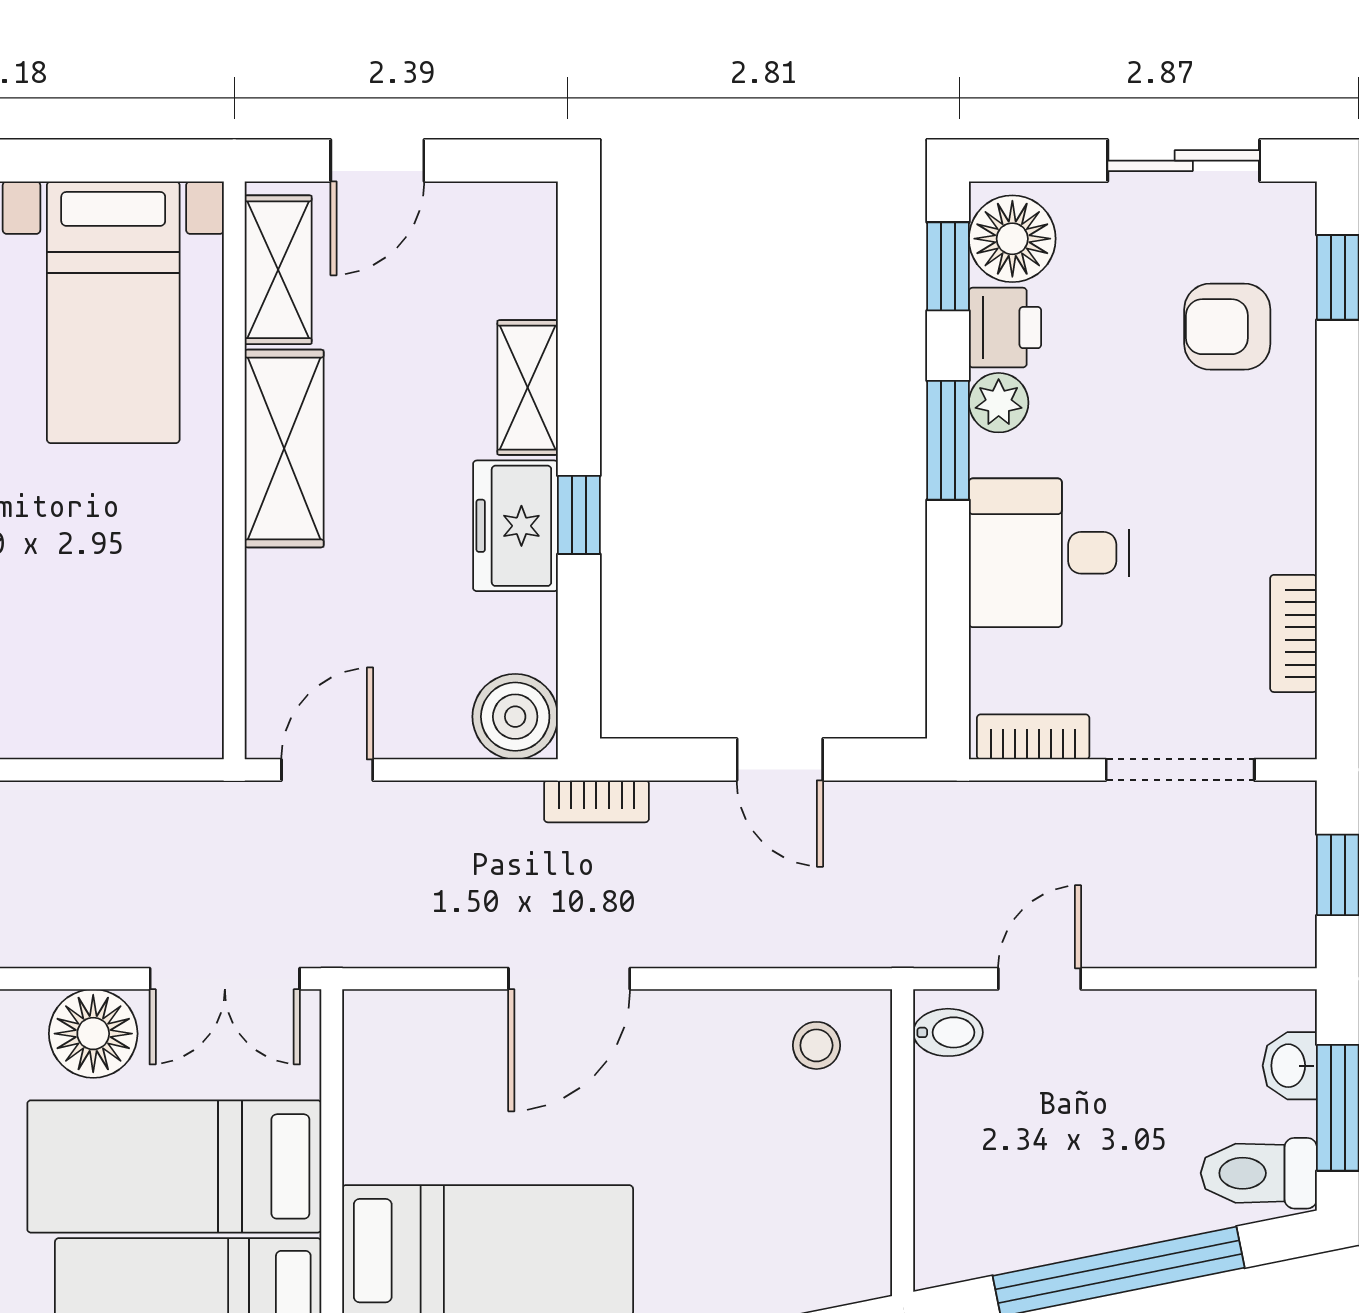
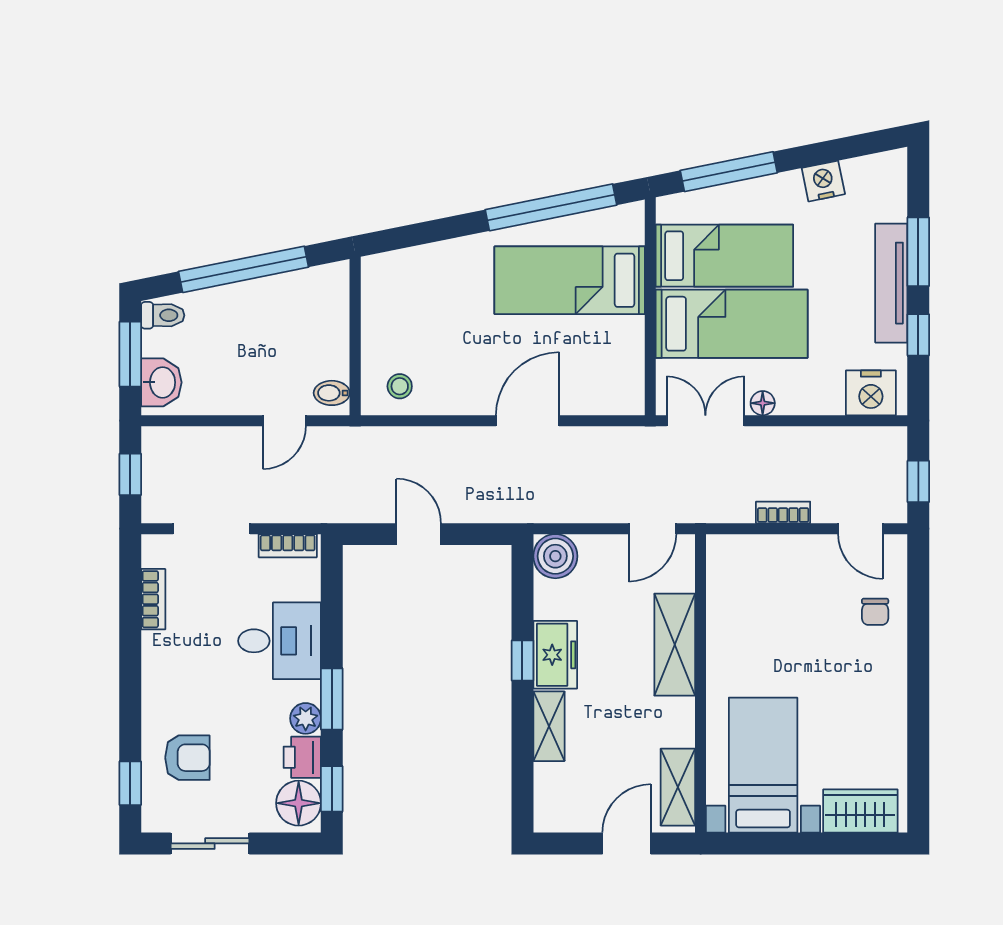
shelving: (284, 448) -> (675, 645), moved
bookcase: (596, 801) -> (783, 512), moved
floor lamp: (93, 1034) -> (763, 403), width x0.53, depth x0.53
washbasin: (1290, 1066) -> (161, 382), width x1.38, depth x1.45
toilet: (1259, 1173) -> (163, 315), width x0.73, depth x0.72

